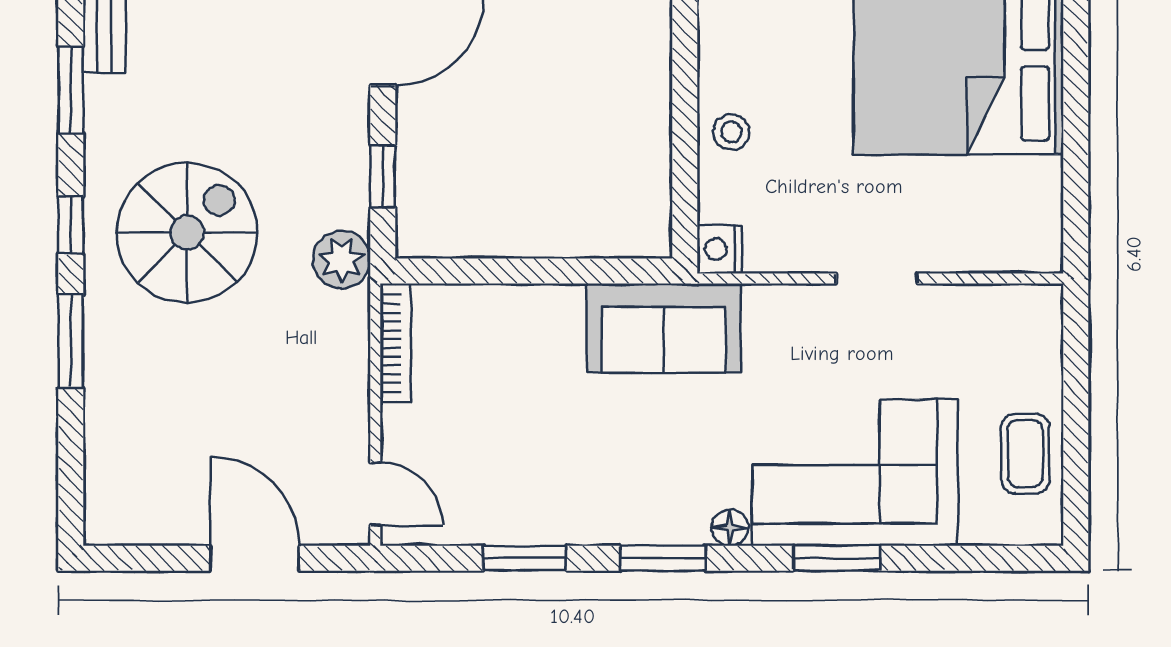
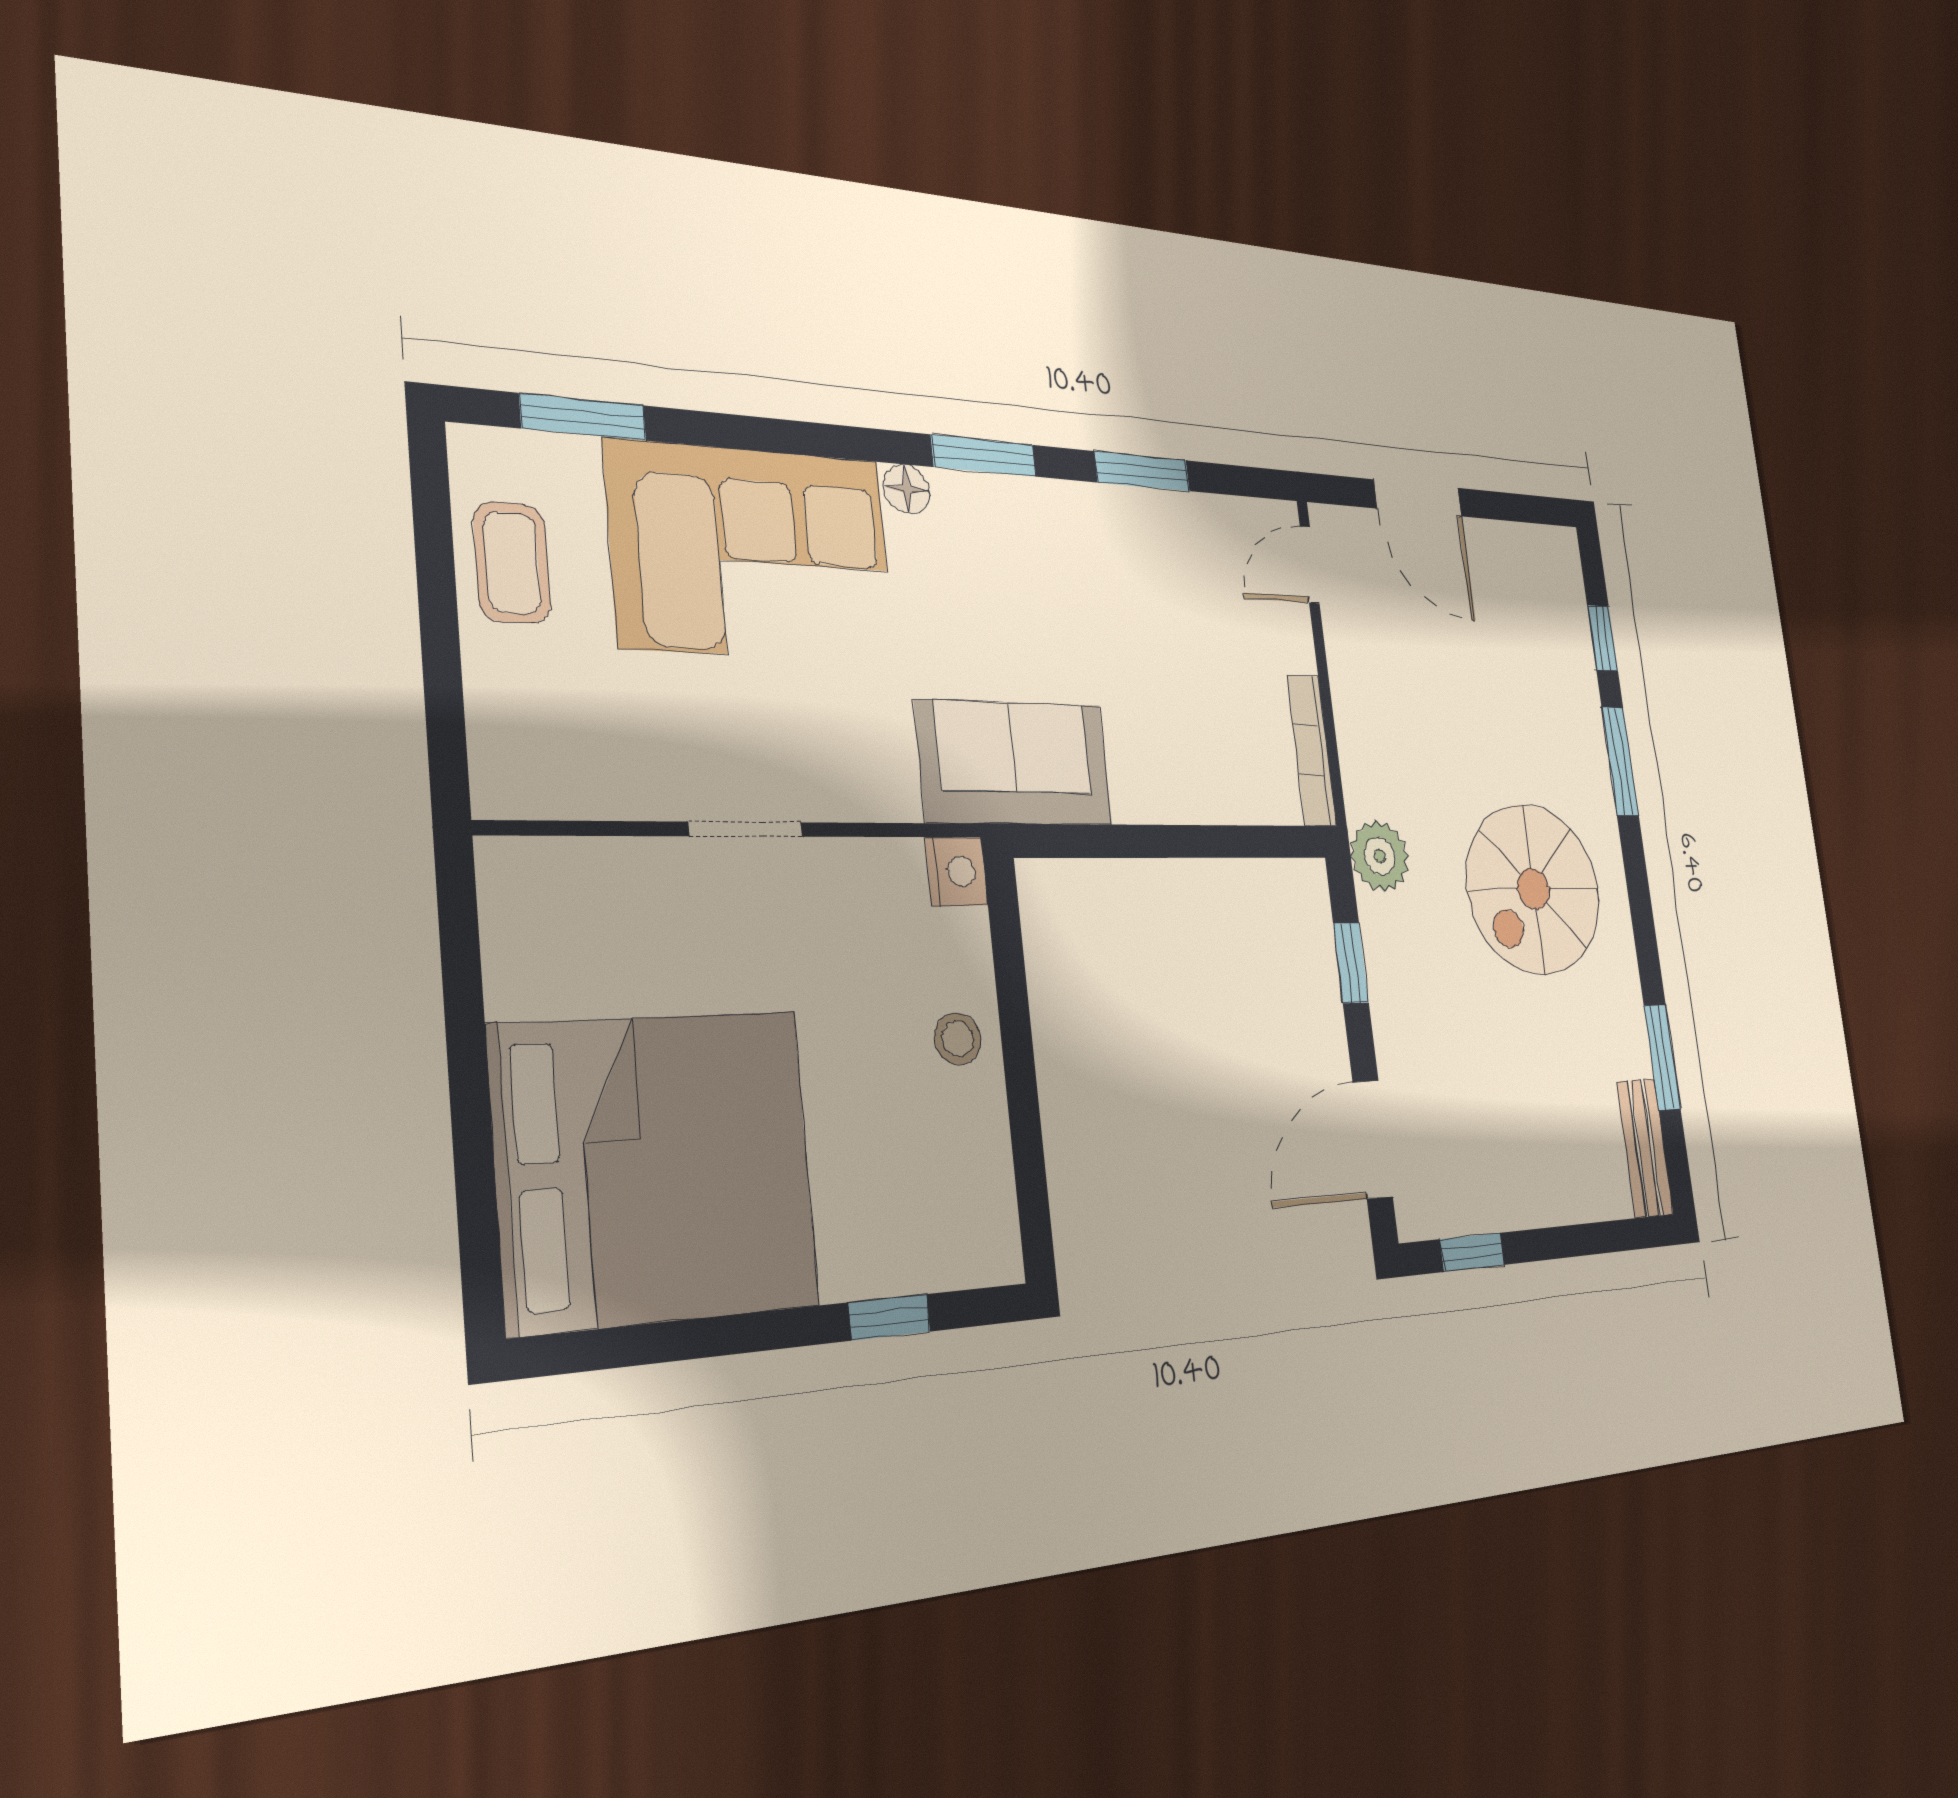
window: (71, 225) -> (1603, 638), moved
door: (375, 494) -> (1310, 565), hinge flipped
window: (837, 558) -> (583, 417), moved

